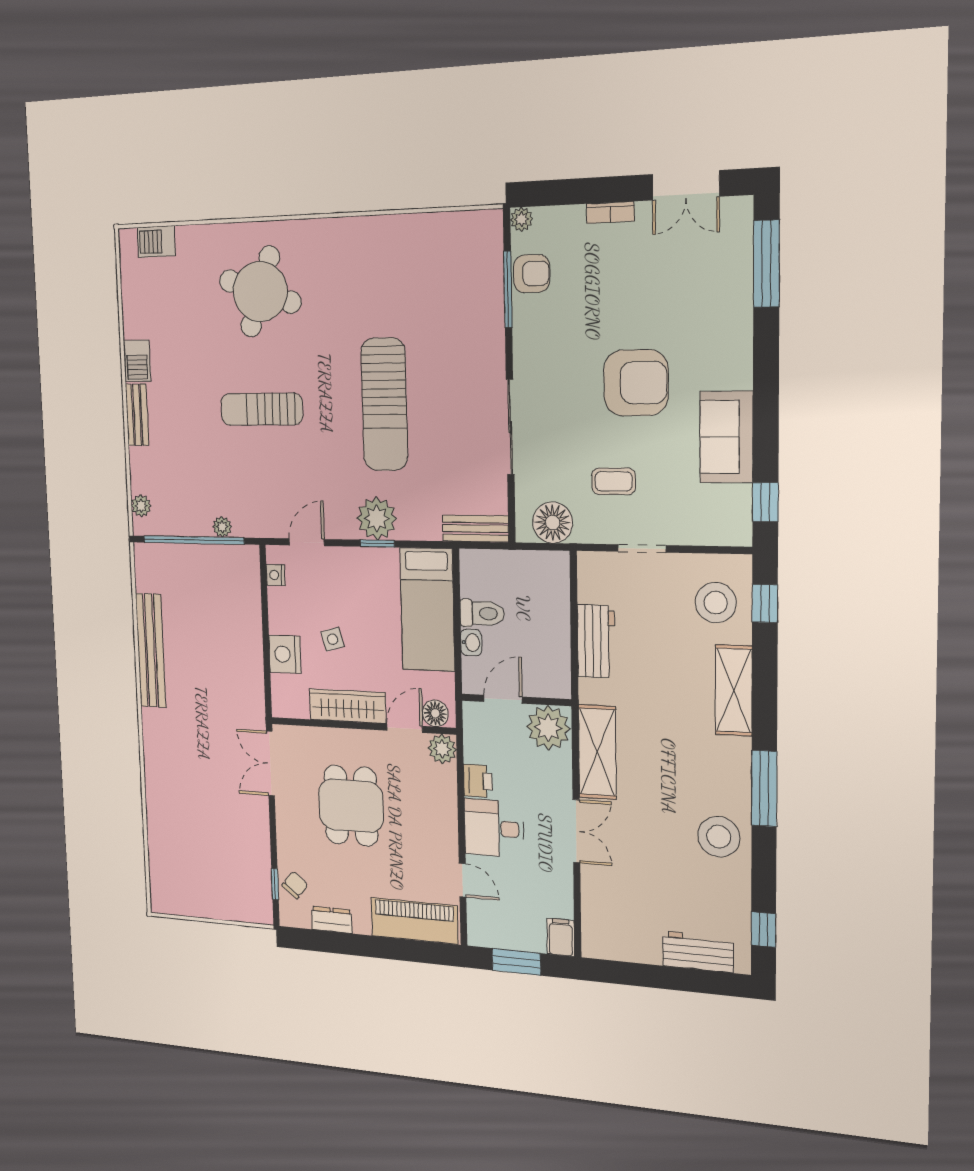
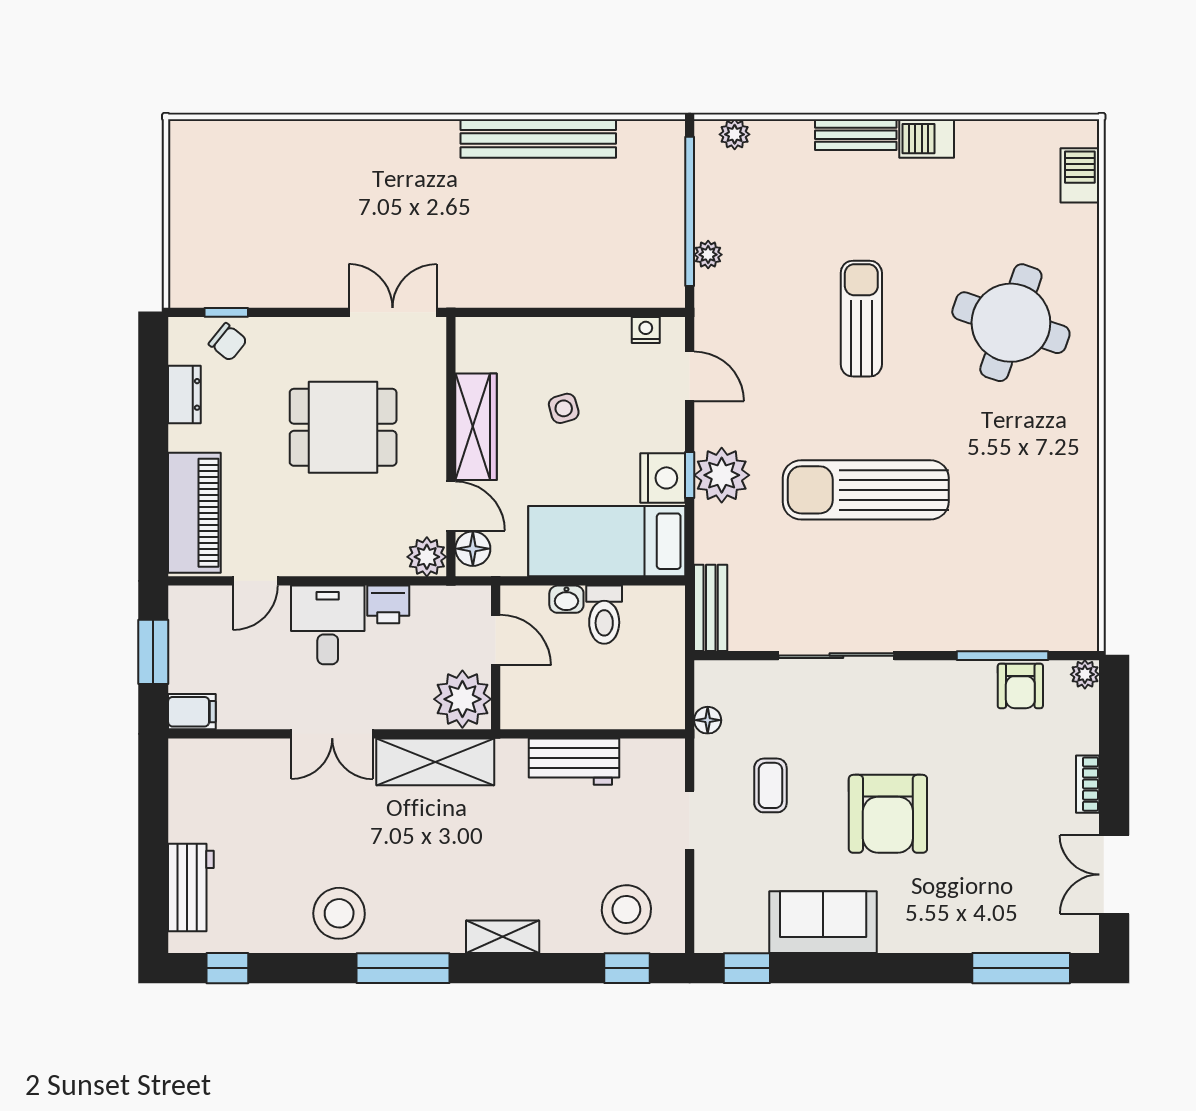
floor lamp: (553, 523) -> (708, 720), width x0.53, depth x0.53
nightstand: (285, 654) -> (663, 478), moved, turned 90
shelving: (734, 690) -> (503, 937), width x0.67, depth x0.75

